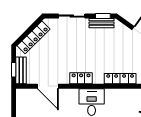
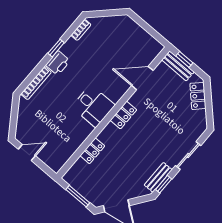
locker: (34, 37) -> (198, 96), width x0.66
locker: (120, 79) -> (92, 151), width x0.66

